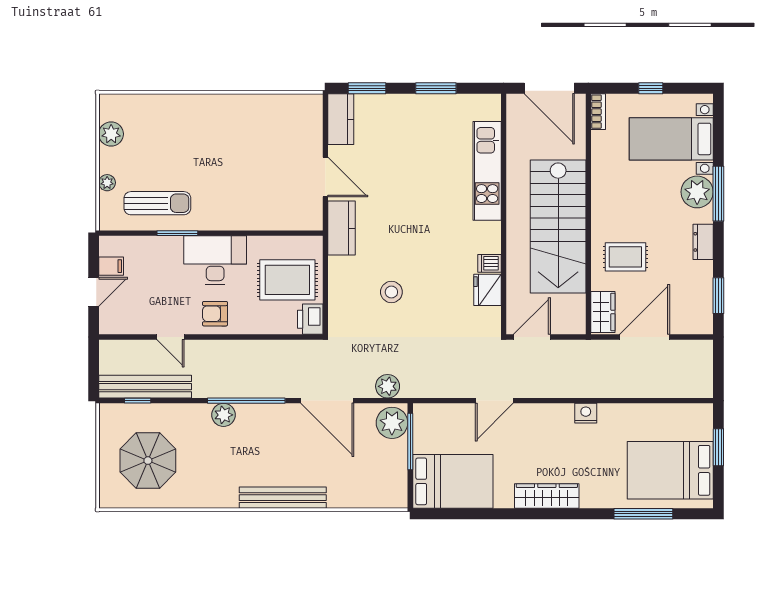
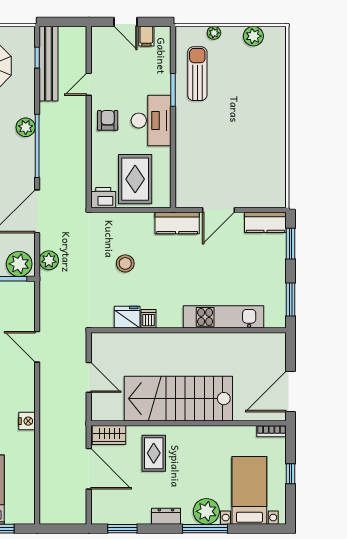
kitchen unit: (487, 171) -> (224, 317), moved
sun lounger: (157, 203) -> (197, 74), turned 180
wall: (504, 214) -> (189, 330), moved
dishwasher: (489, 263) -> (149, 319), moved
fridge: (487, 290) -> (127, 317), moved

